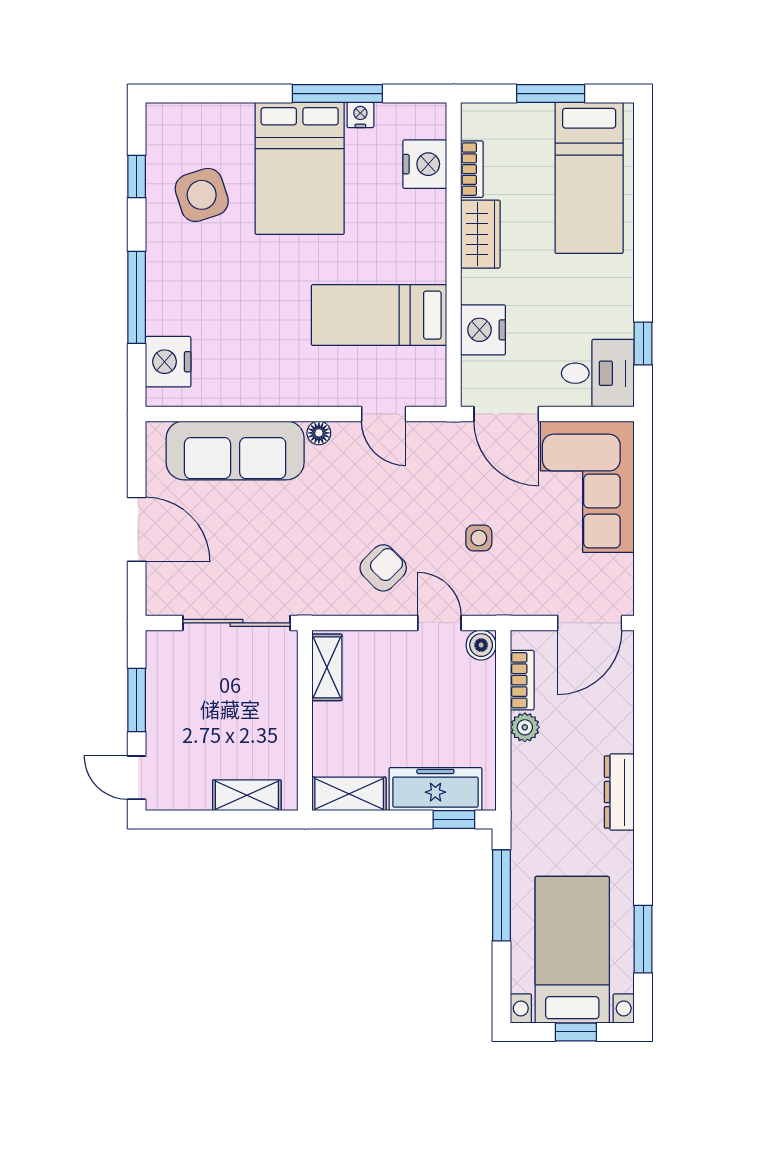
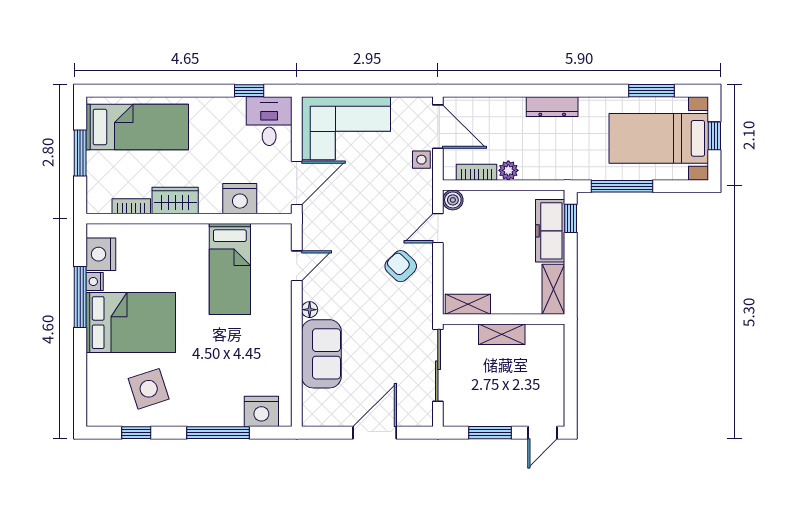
nightstand: (425, 164) -> (101, 254), moved, turned -90
sofa: (235, 450) -> (321, 354), width x0.73
side table: (479, 538) -> (421, 160), moved
shelving: (247, 795) -> (502, 334), moved, turned 90

